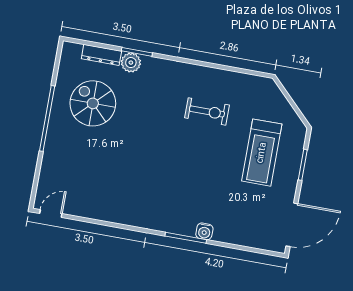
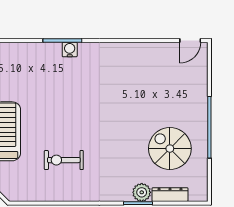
spiral stairs: (93, 103) -> (170, 149), turned 180
water cooler: (204, 231) -> (70, 50), moved

